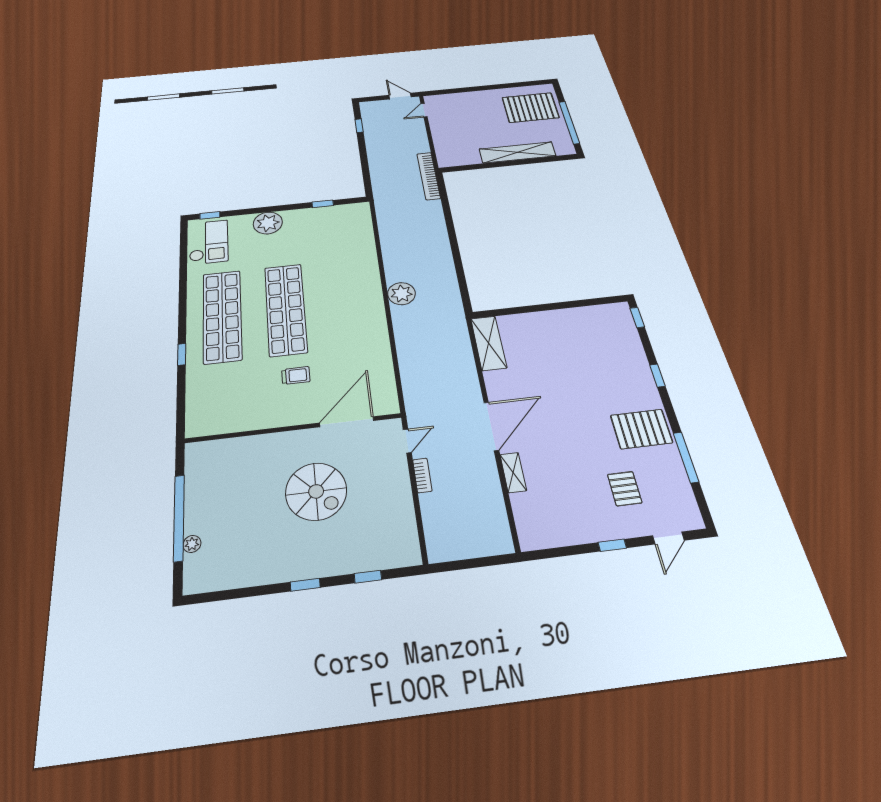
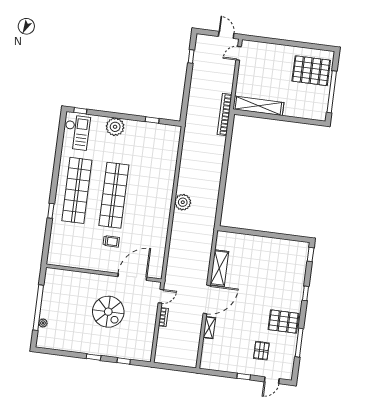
shelving: (517, 152) -> (258, 106), moved
shelving: (489, 343) -> (219, 268), moved

